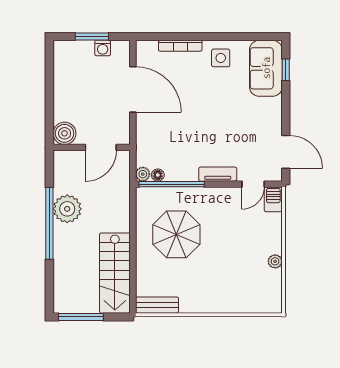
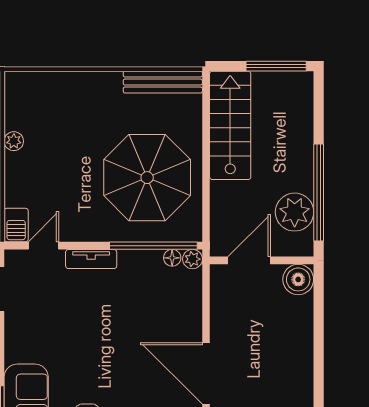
boiler: (65, 133) -> (298, 279), moved
wall: (92, 147) -> (262, 260), moved
door: (101, 147) -> (249, 260), moved
parasol: (176, 234) -> (147, 178), width x1.36, depth x1.36
bench: (157, 305) -> (163, 82), width x1.36

